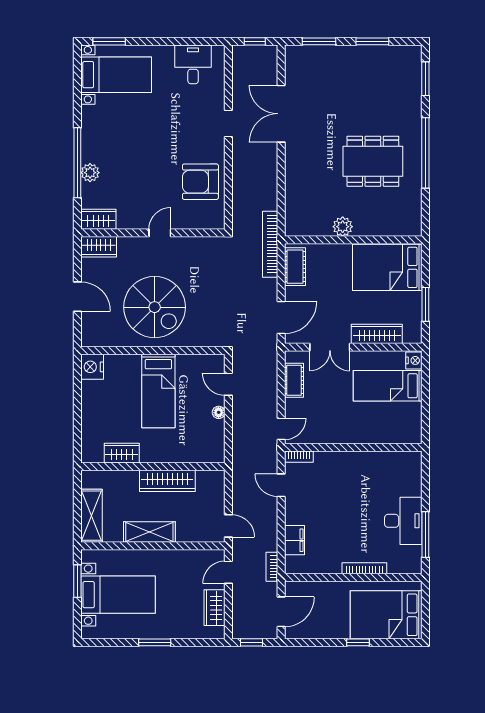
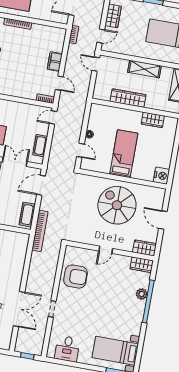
filing cabinet: (295, 540) -> (55, 62), moved

